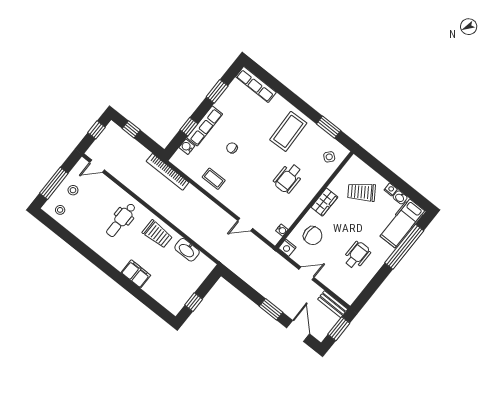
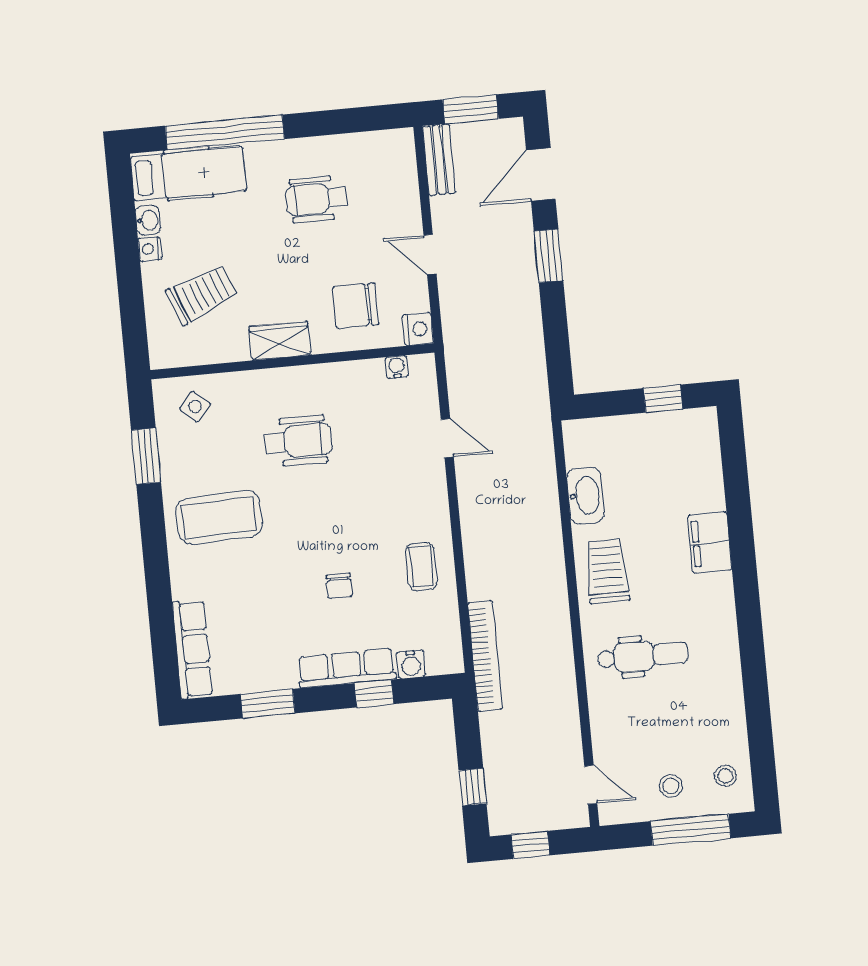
trolley: (362, 192) -> (202, 294), turned -78
chair: (313, 236) -> (356, 306), turned -90

